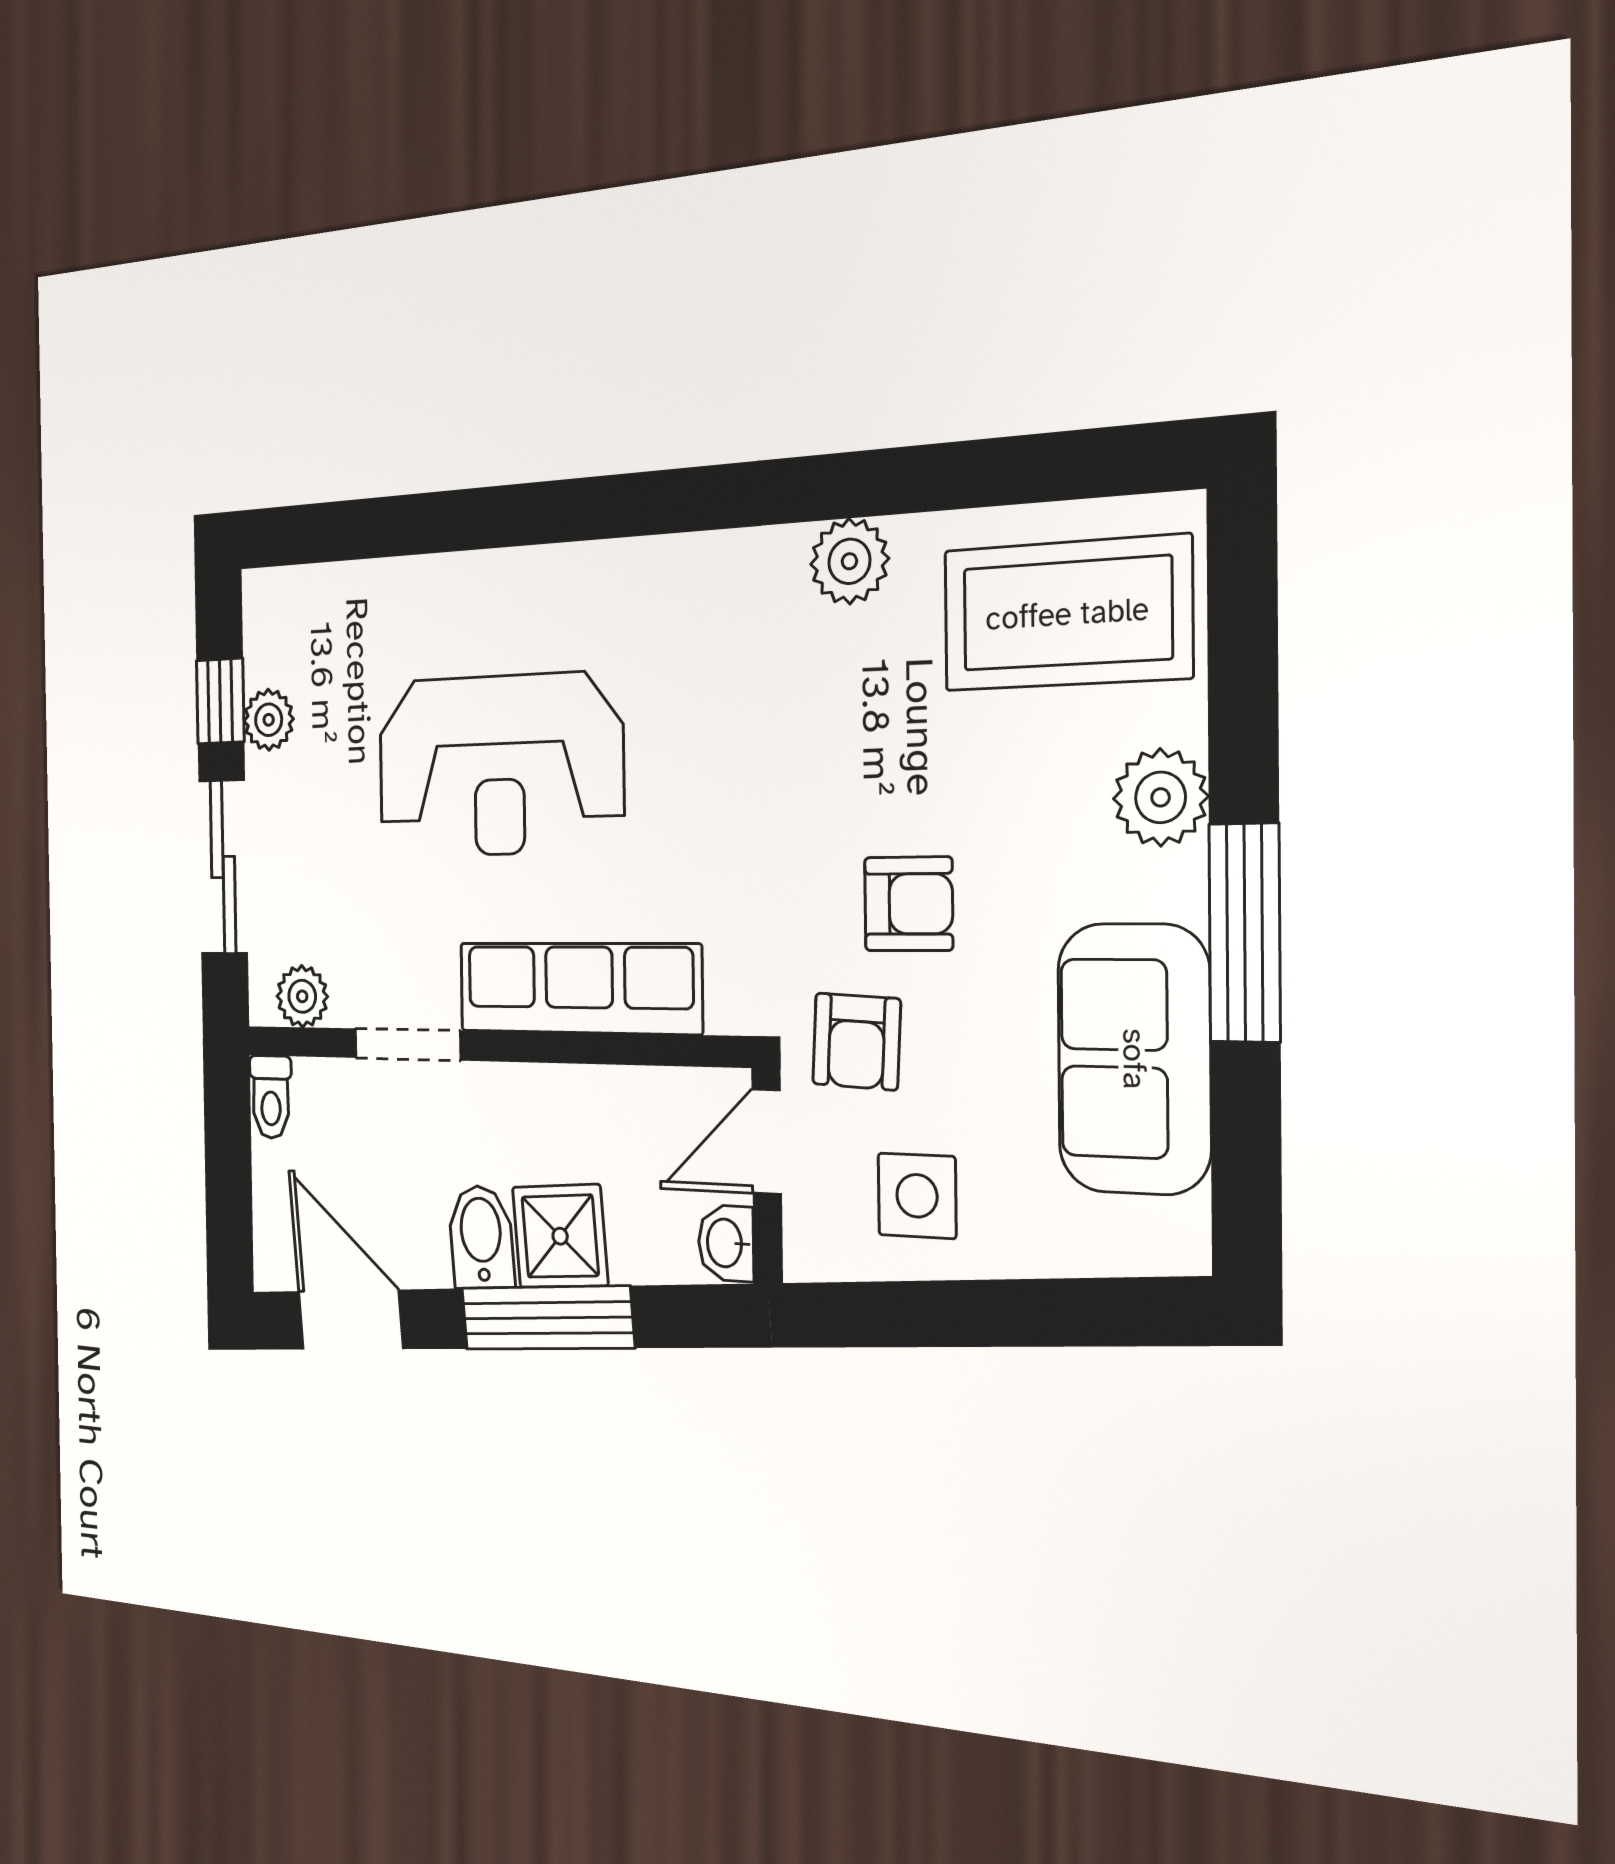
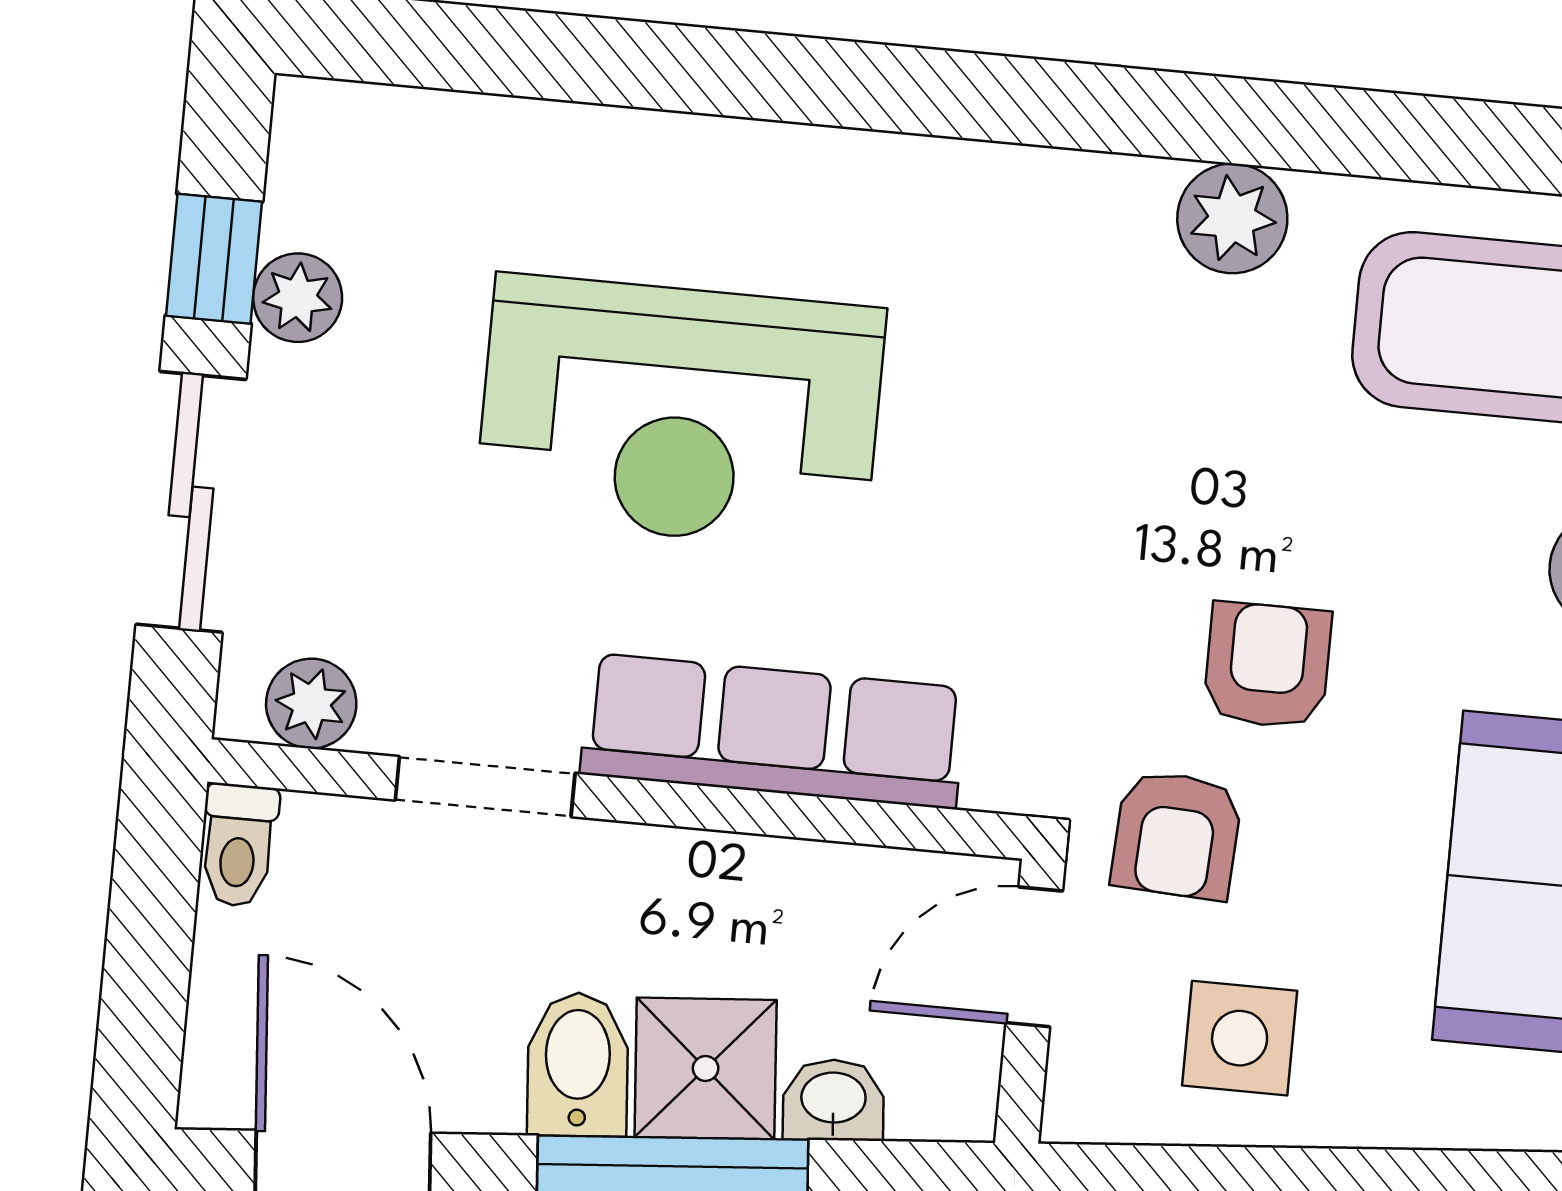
armchair: (909, 904) -> (1267, 665), turned -90
washbasin: (726, 1243) -> (833, 1100), moved, turned 86

